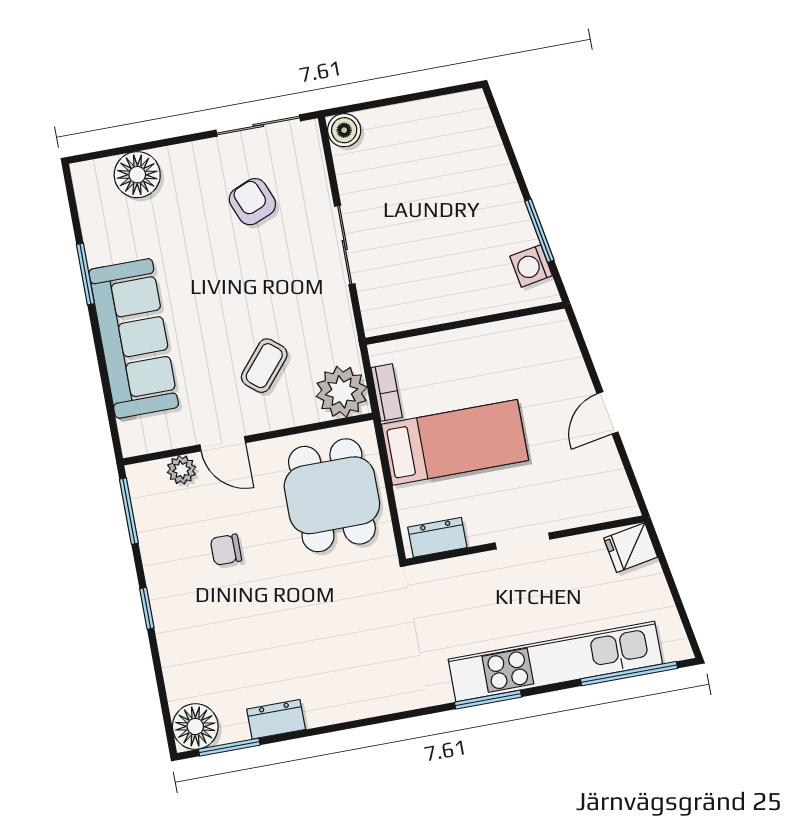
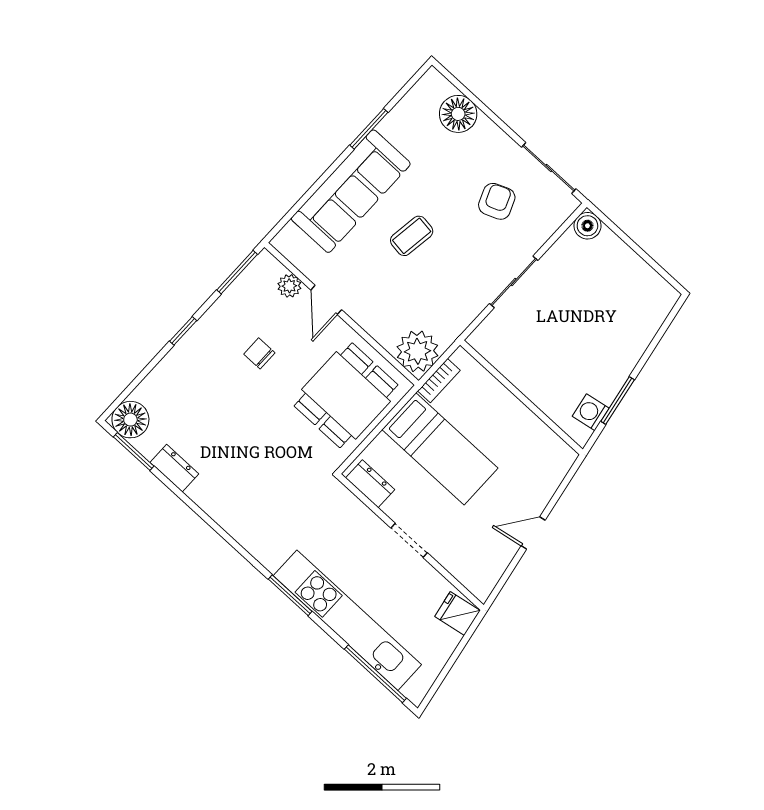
coffee table: (264, 366) -> (412, 236), moved, turned -32

